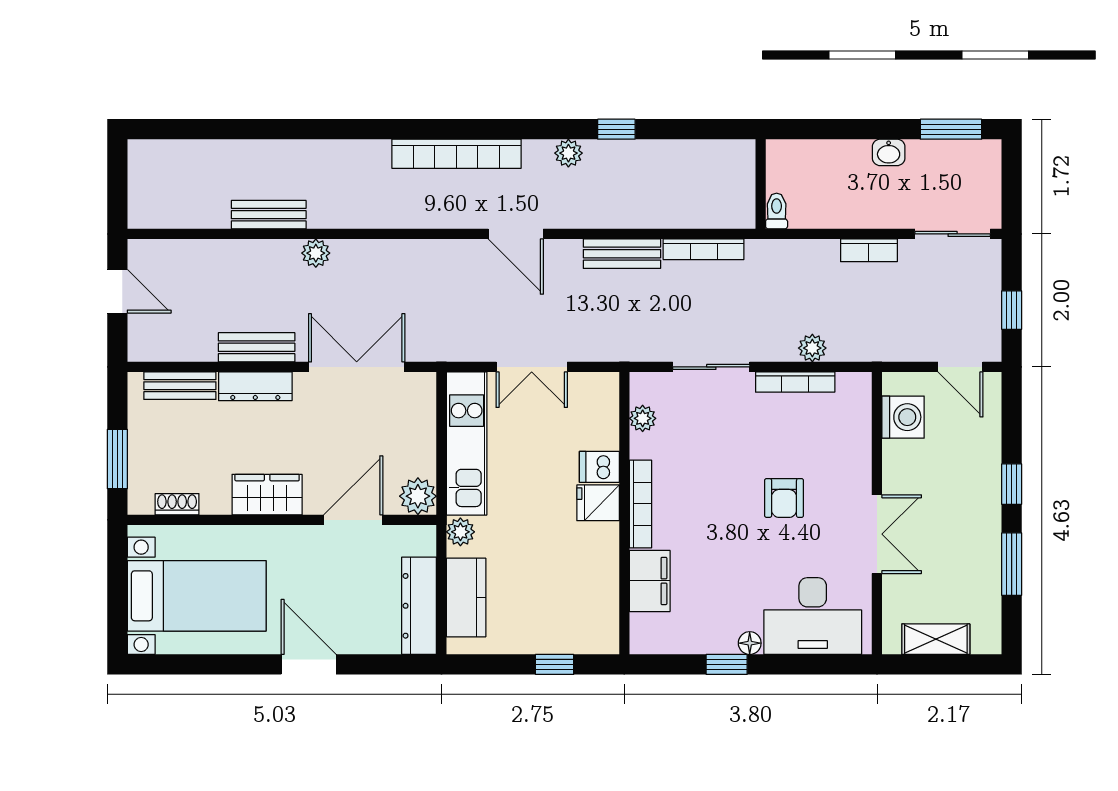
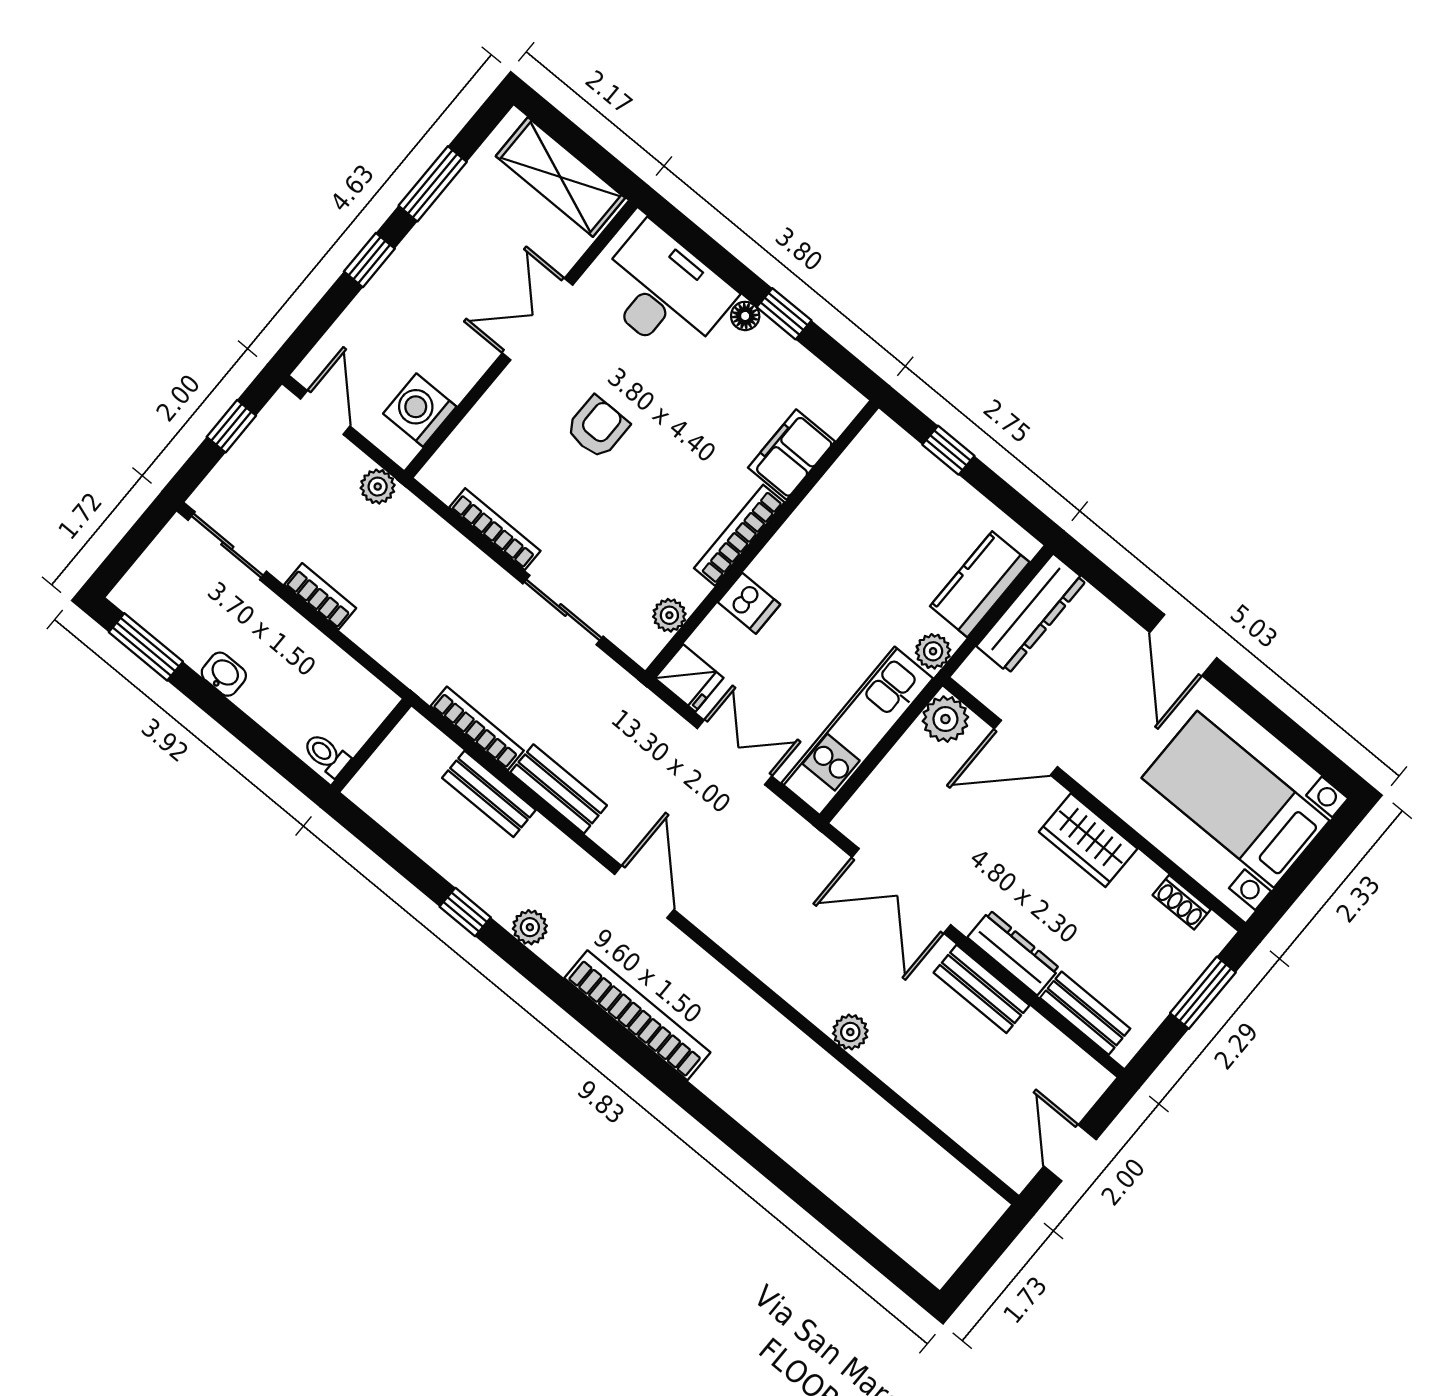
toilet: (777, 211) -> (326, 755), moved, turned 90
bench: (269, 215) -> (489, 794), moved
plant: (812, 348) -> (378, 487), moved
fridge: (598, 503) -> (689, 678), moved
shelving: (936, 639) -> (560, 177), width x1.50, depth x1.33

